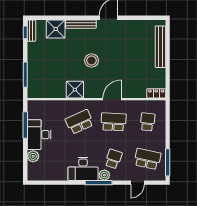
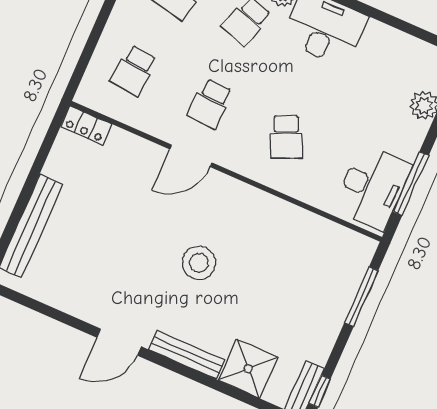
shower: (75, 90) -> (265, 214), removed
school desk: (79, 122) -> (286, 137), width x0.54
school desk: (113, 122) -> (210, 104), width x0.54
desk: (39, 135) -> (372, 187), moved

